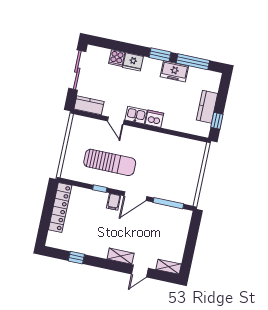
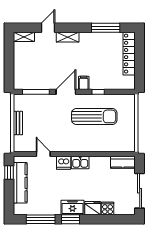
freezer: (174, 71) -> (72, 208), moved
kitchen counter: (207, 107) -> (20, 183), width x1.50
door: (116, 121) -> (43, 154), moved
sun lounger: (110, 162) -> (94, 116), turned 180
bench: (195, 173) -> (18, 123), added
locker: (60, 207) -> (129, 54), moved
window: (76, 258) -> (106, 28), width x2.17

